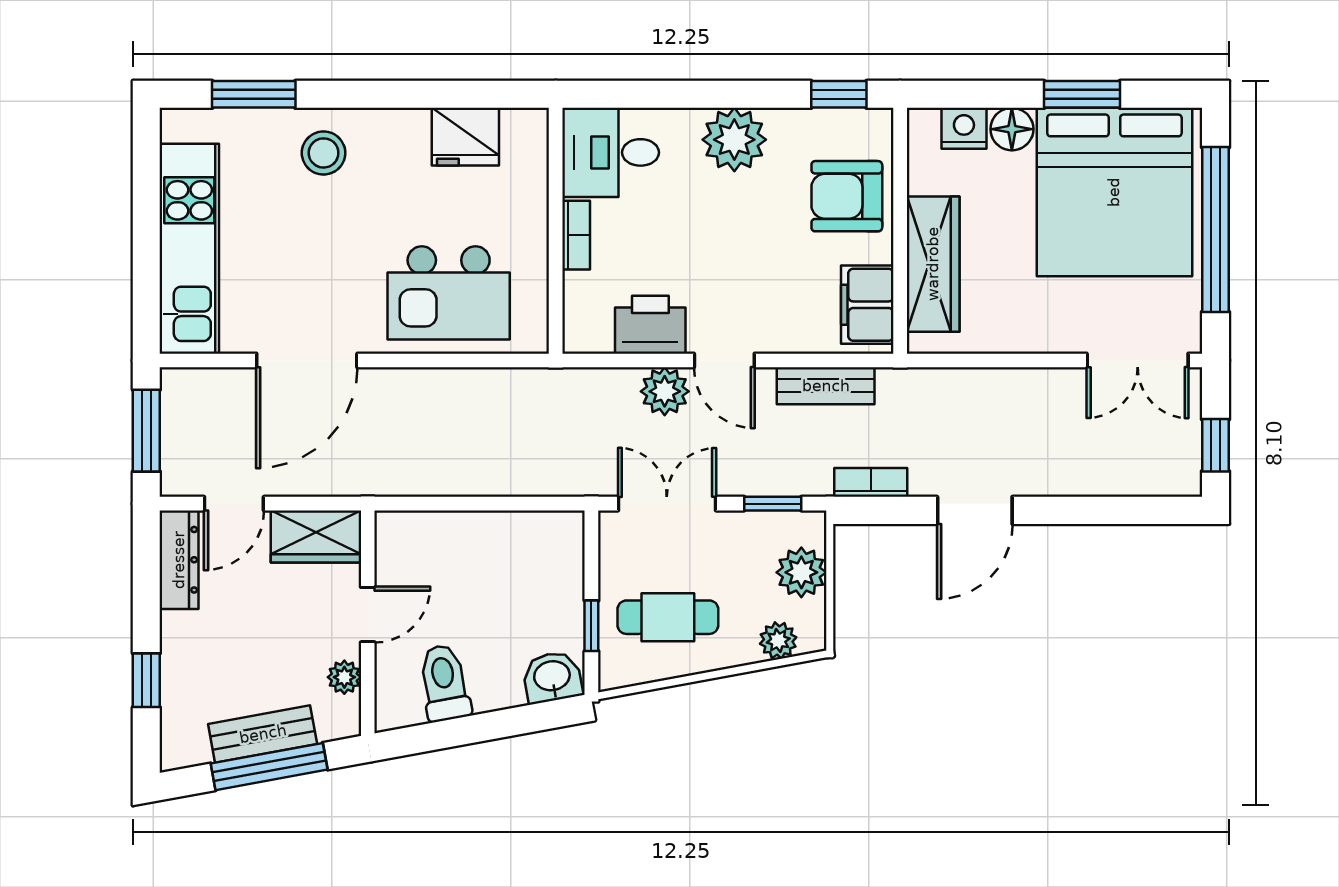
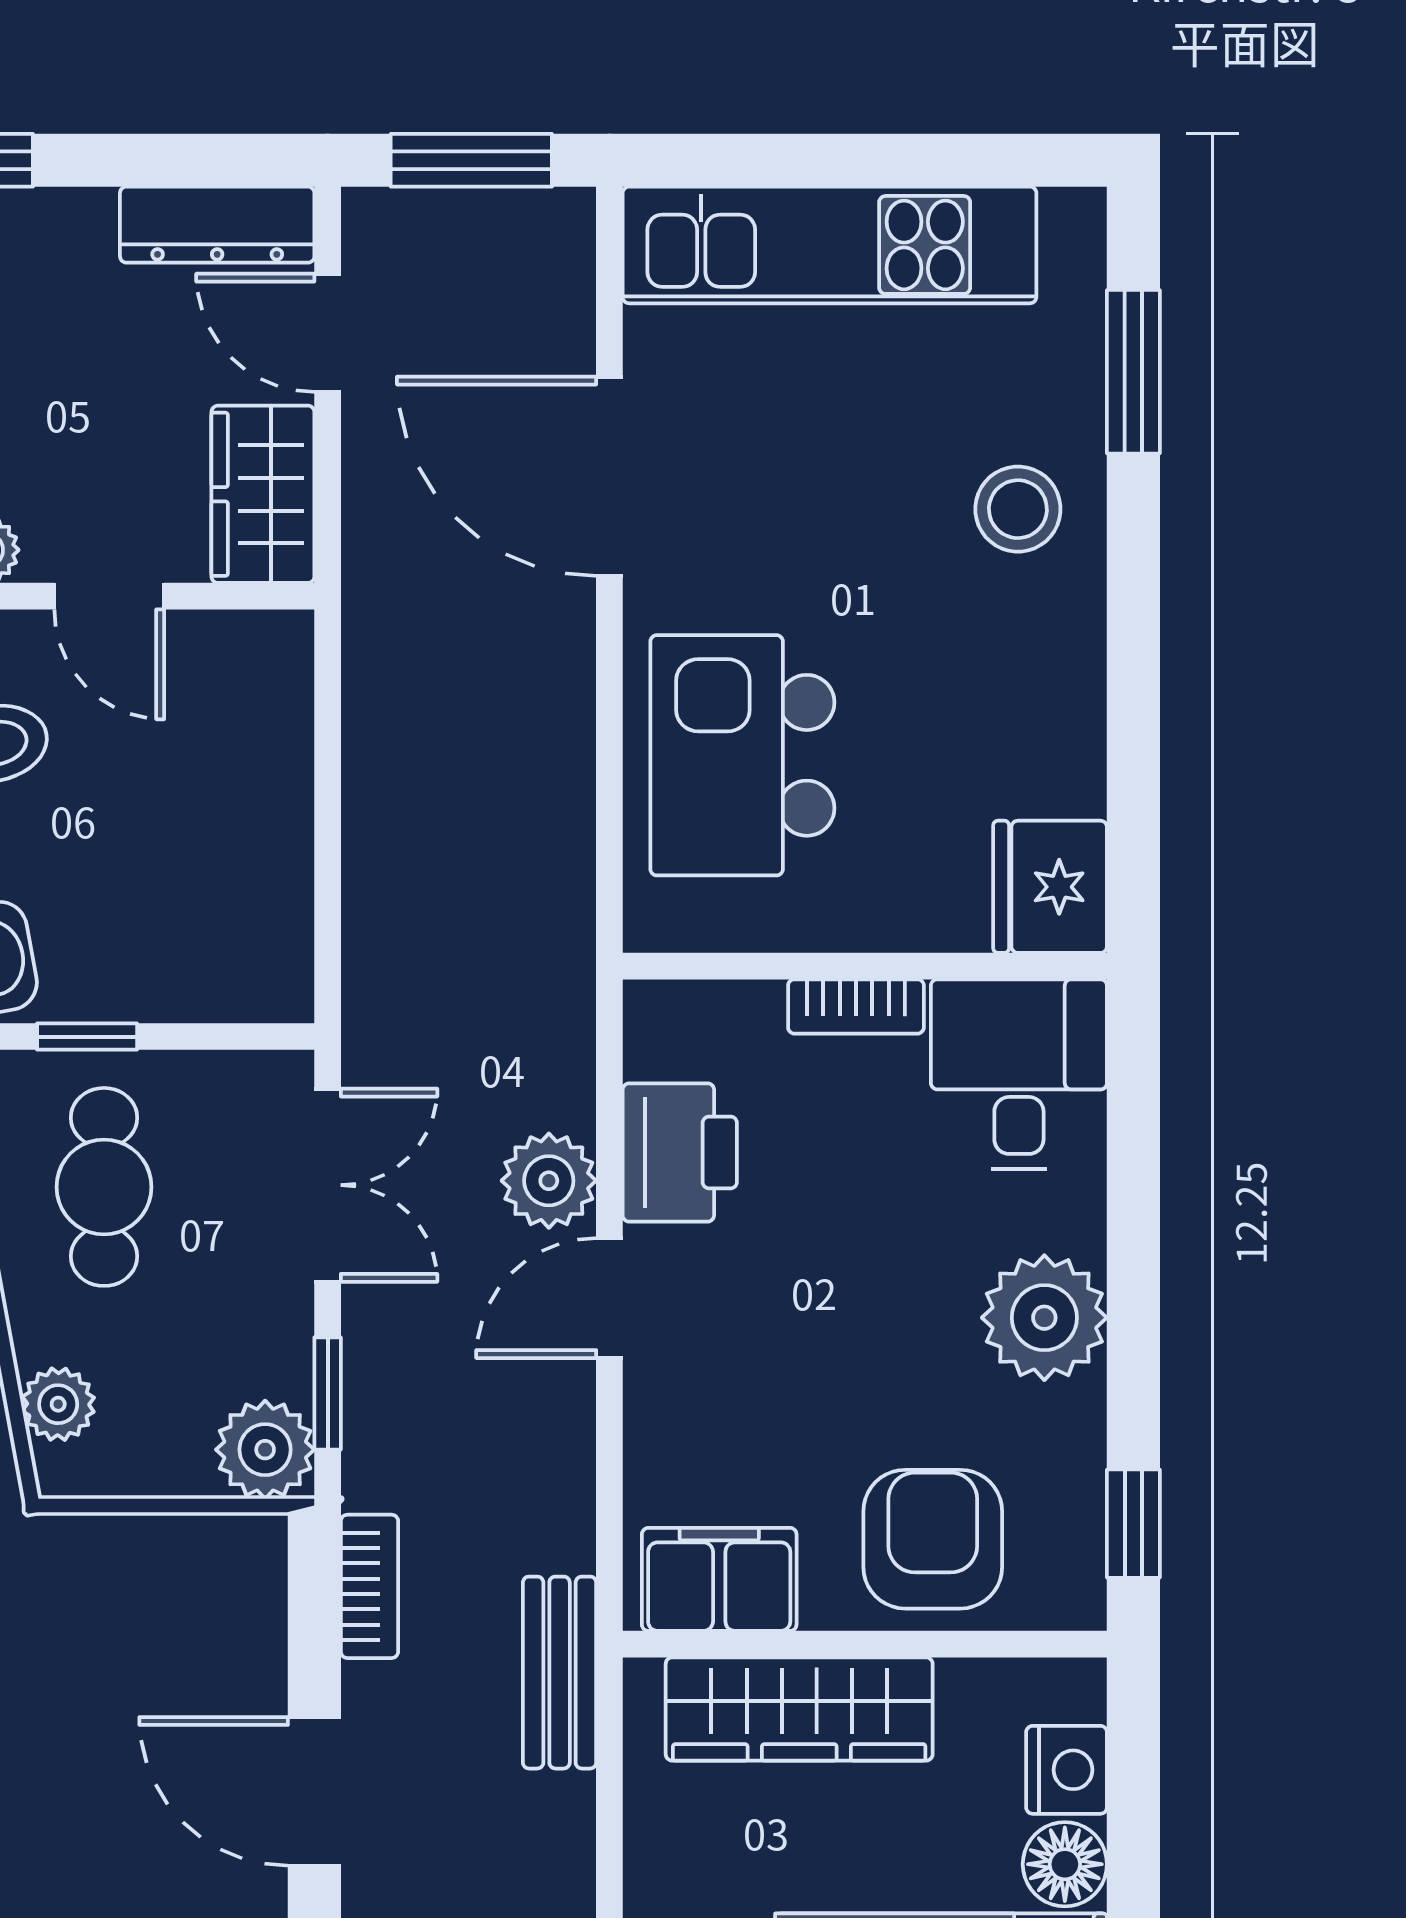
fridge: (465, 137) -> (1050, 887), moved
bench: (826, 386) -> (560, 1673), moved
plant: (801, 572) -> (265, 1450), moved

